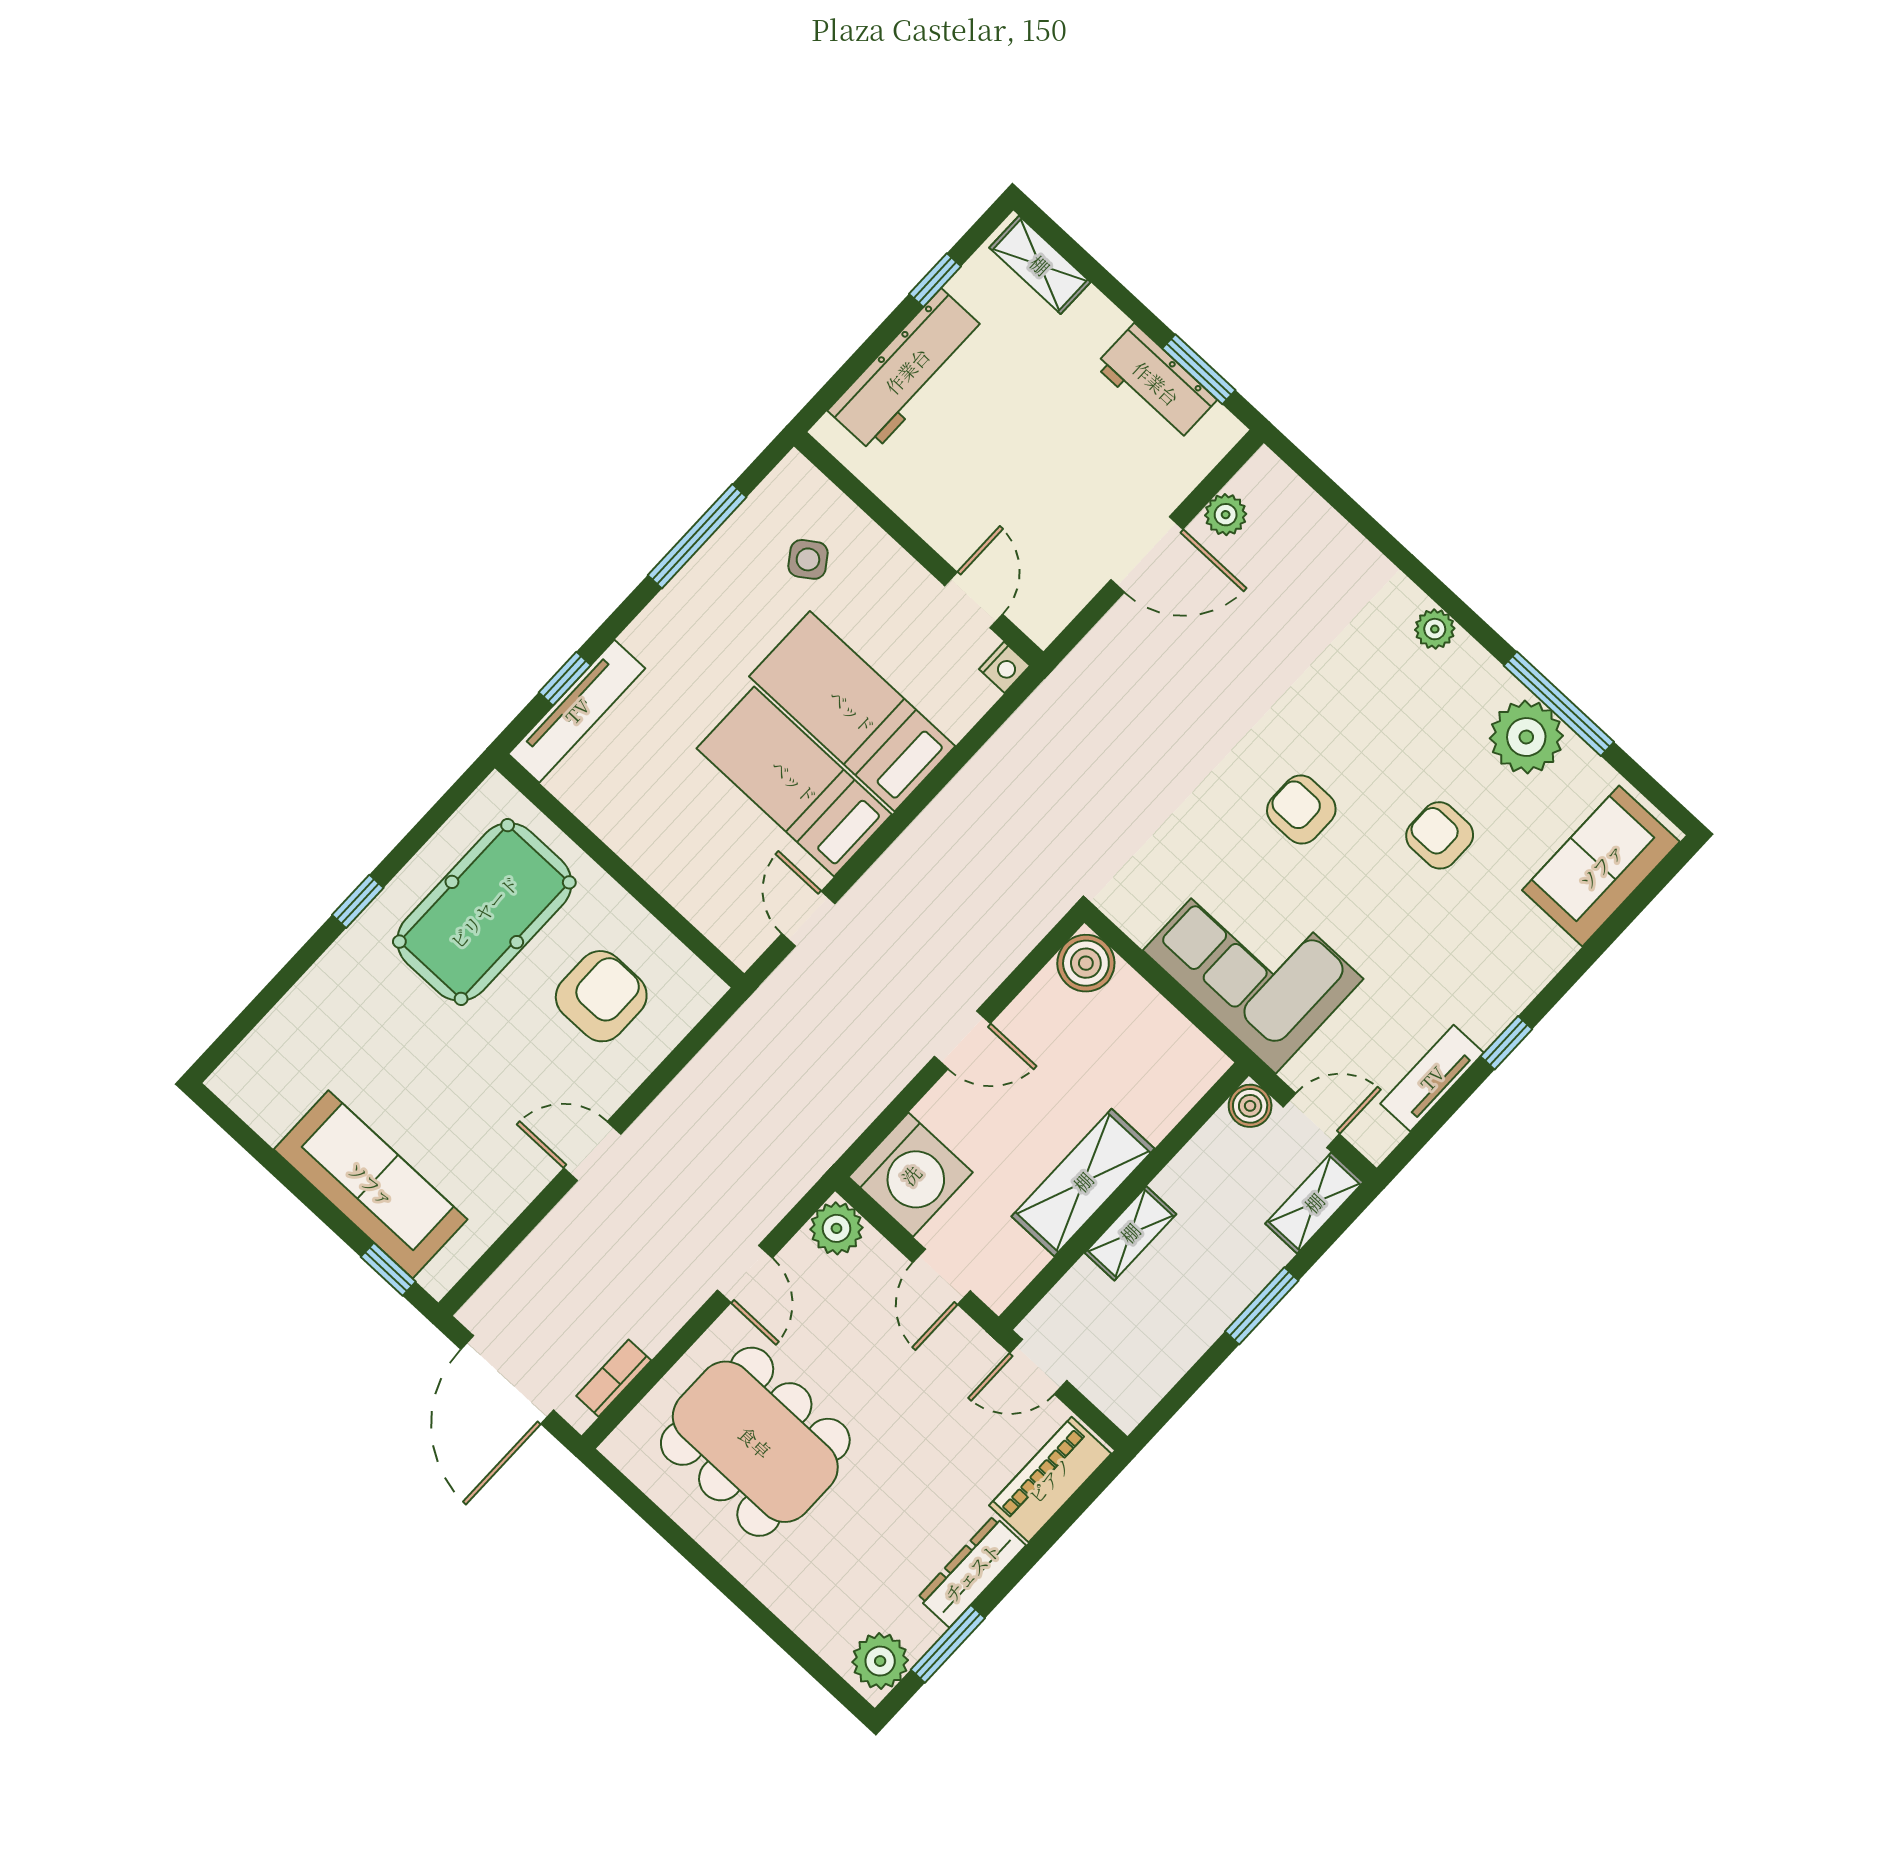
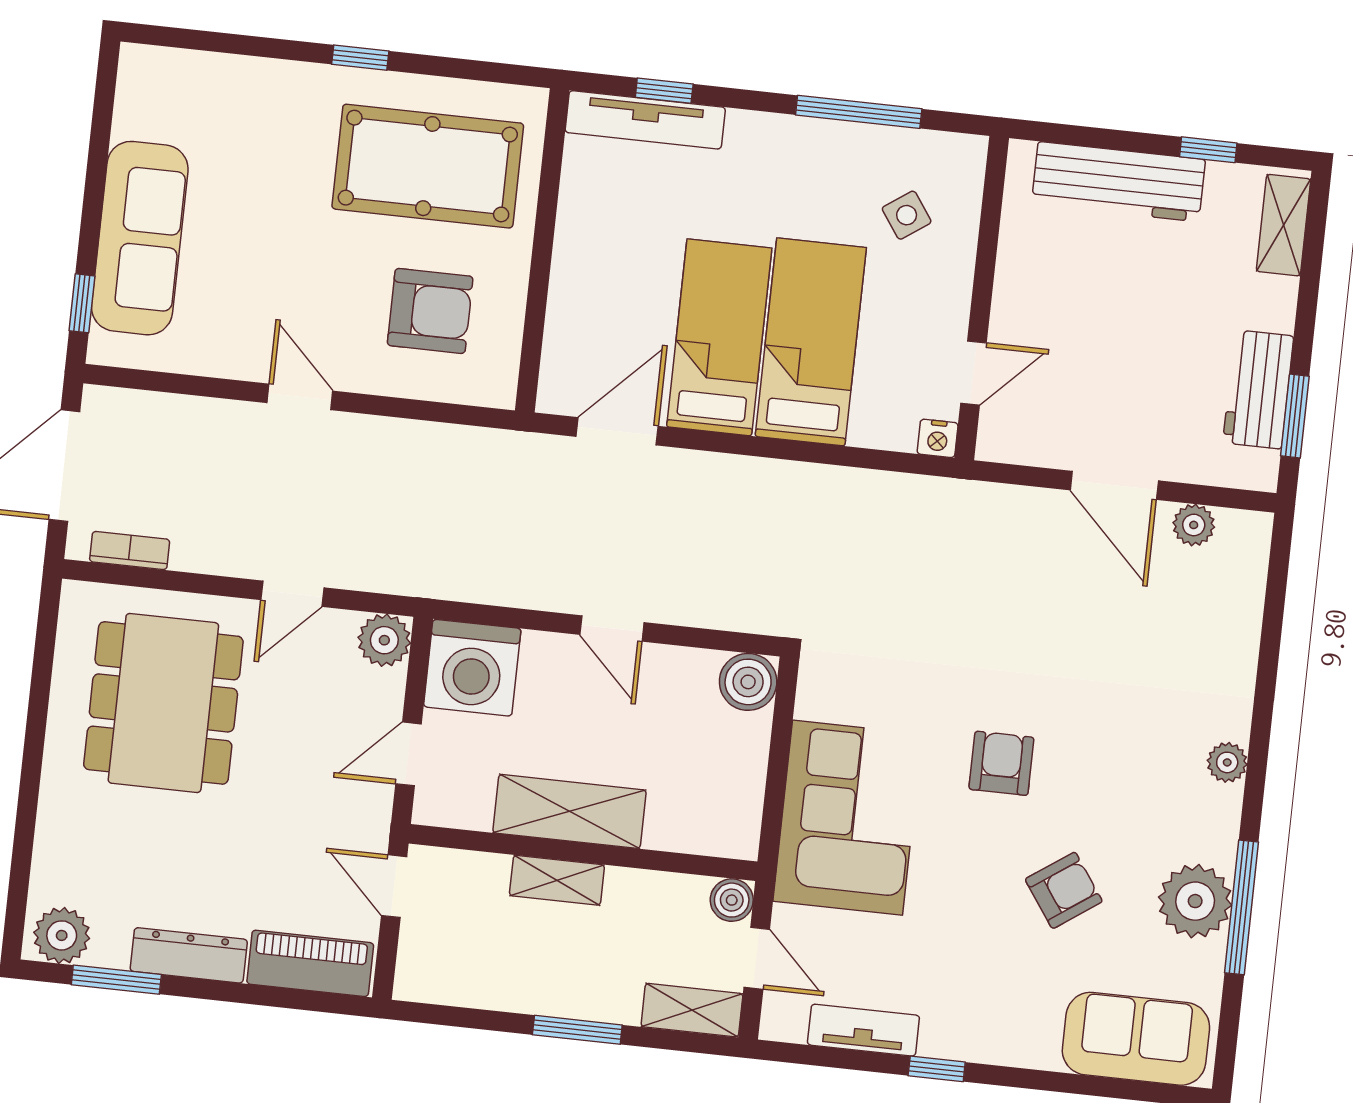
armchair: (1440, 835) -> (1064, 890), turned 55
door: (808, 919) -> (617, 431), width x1.38

